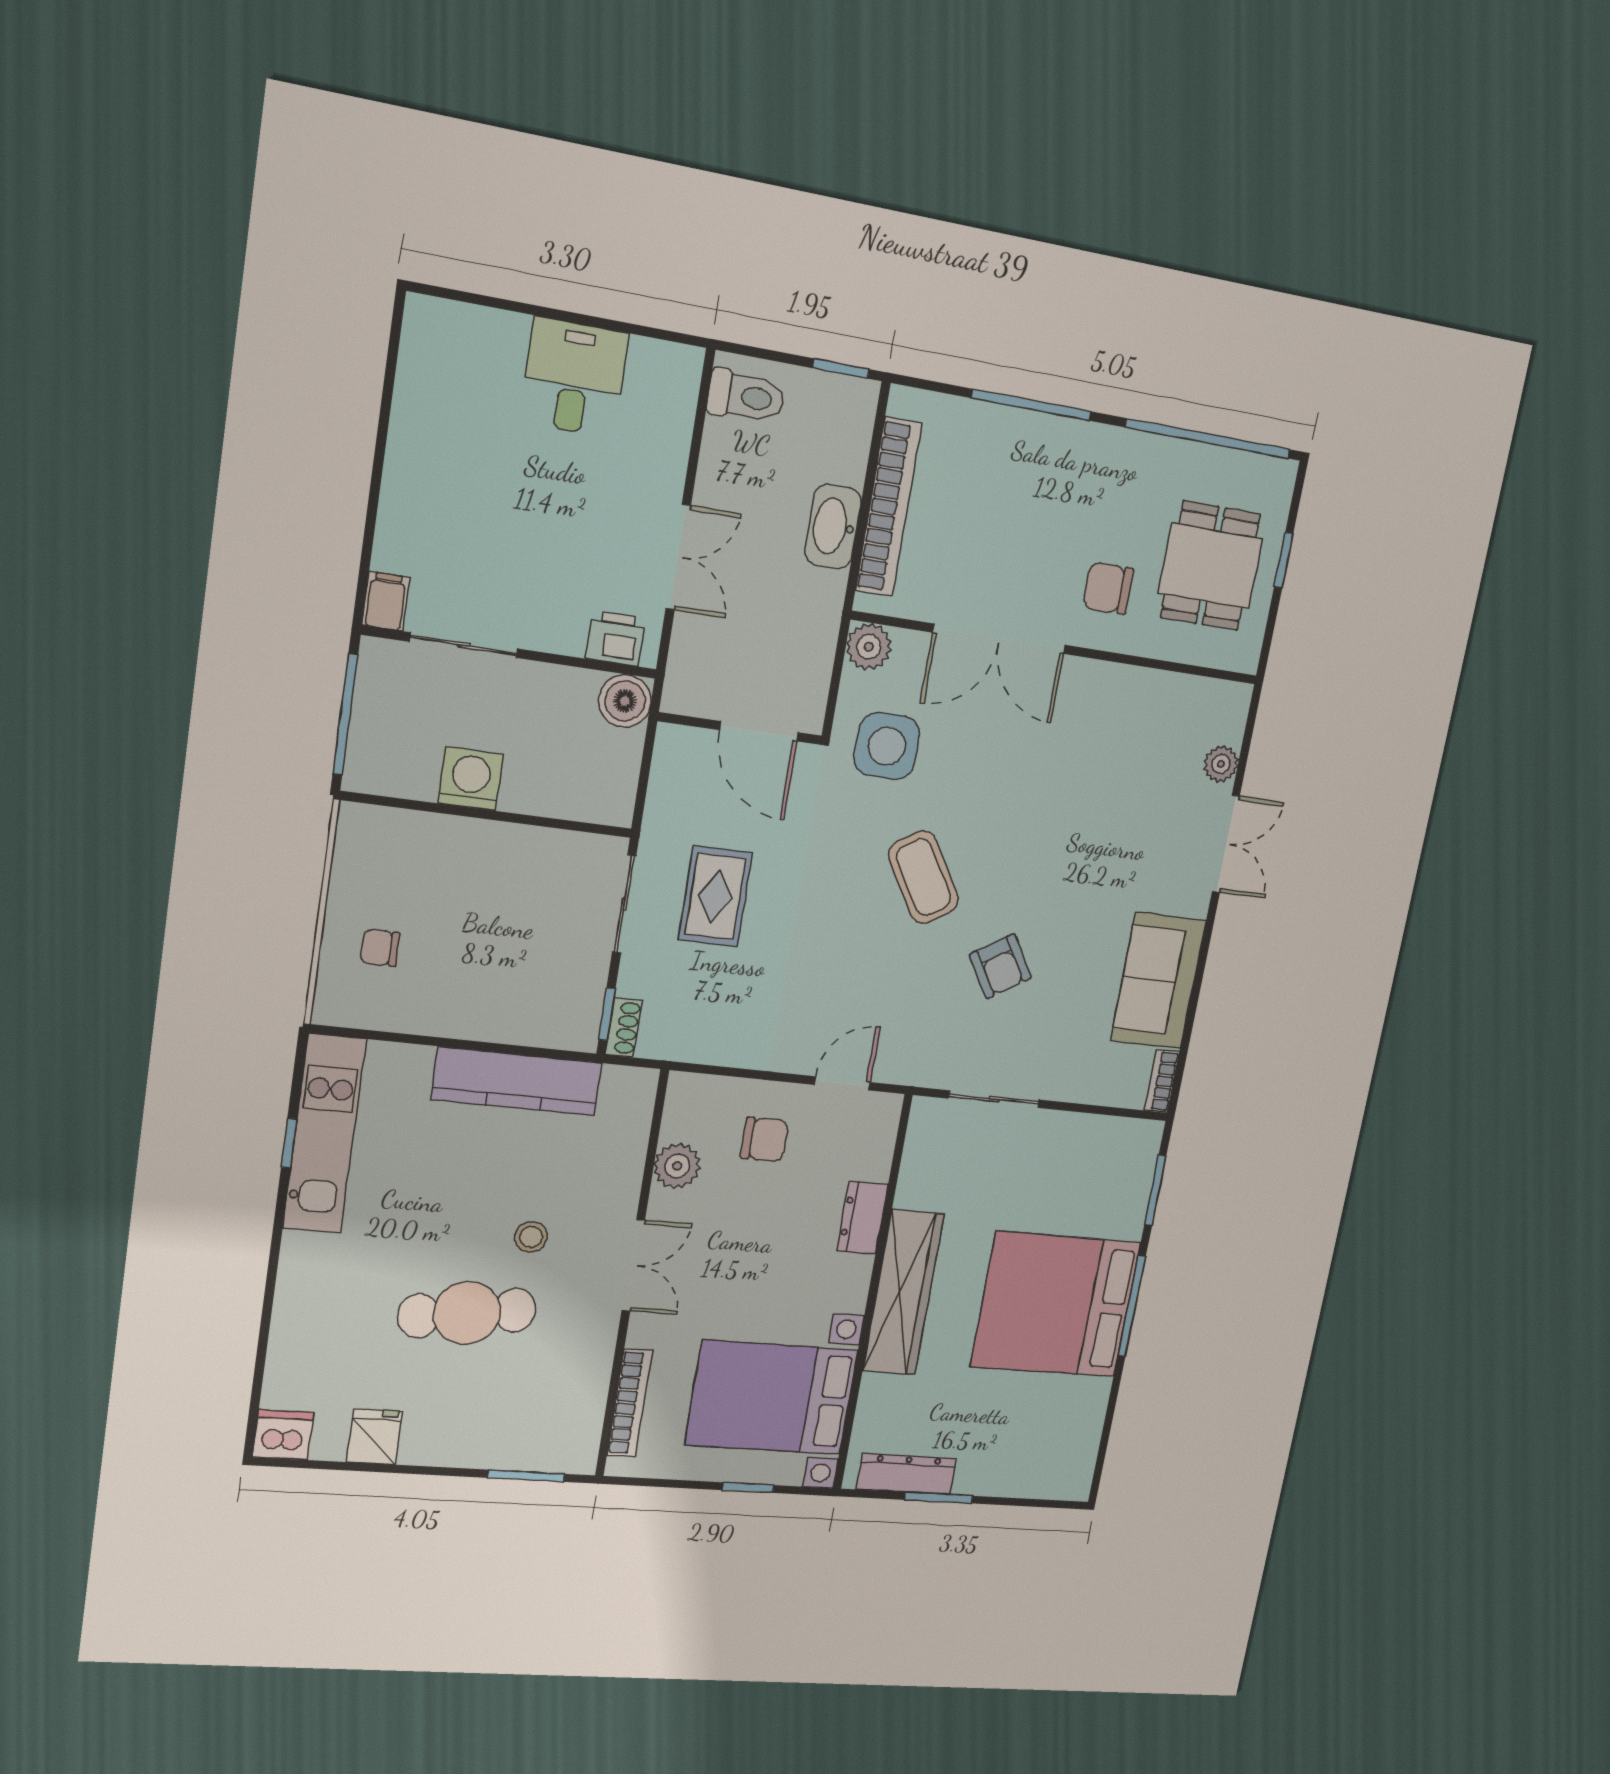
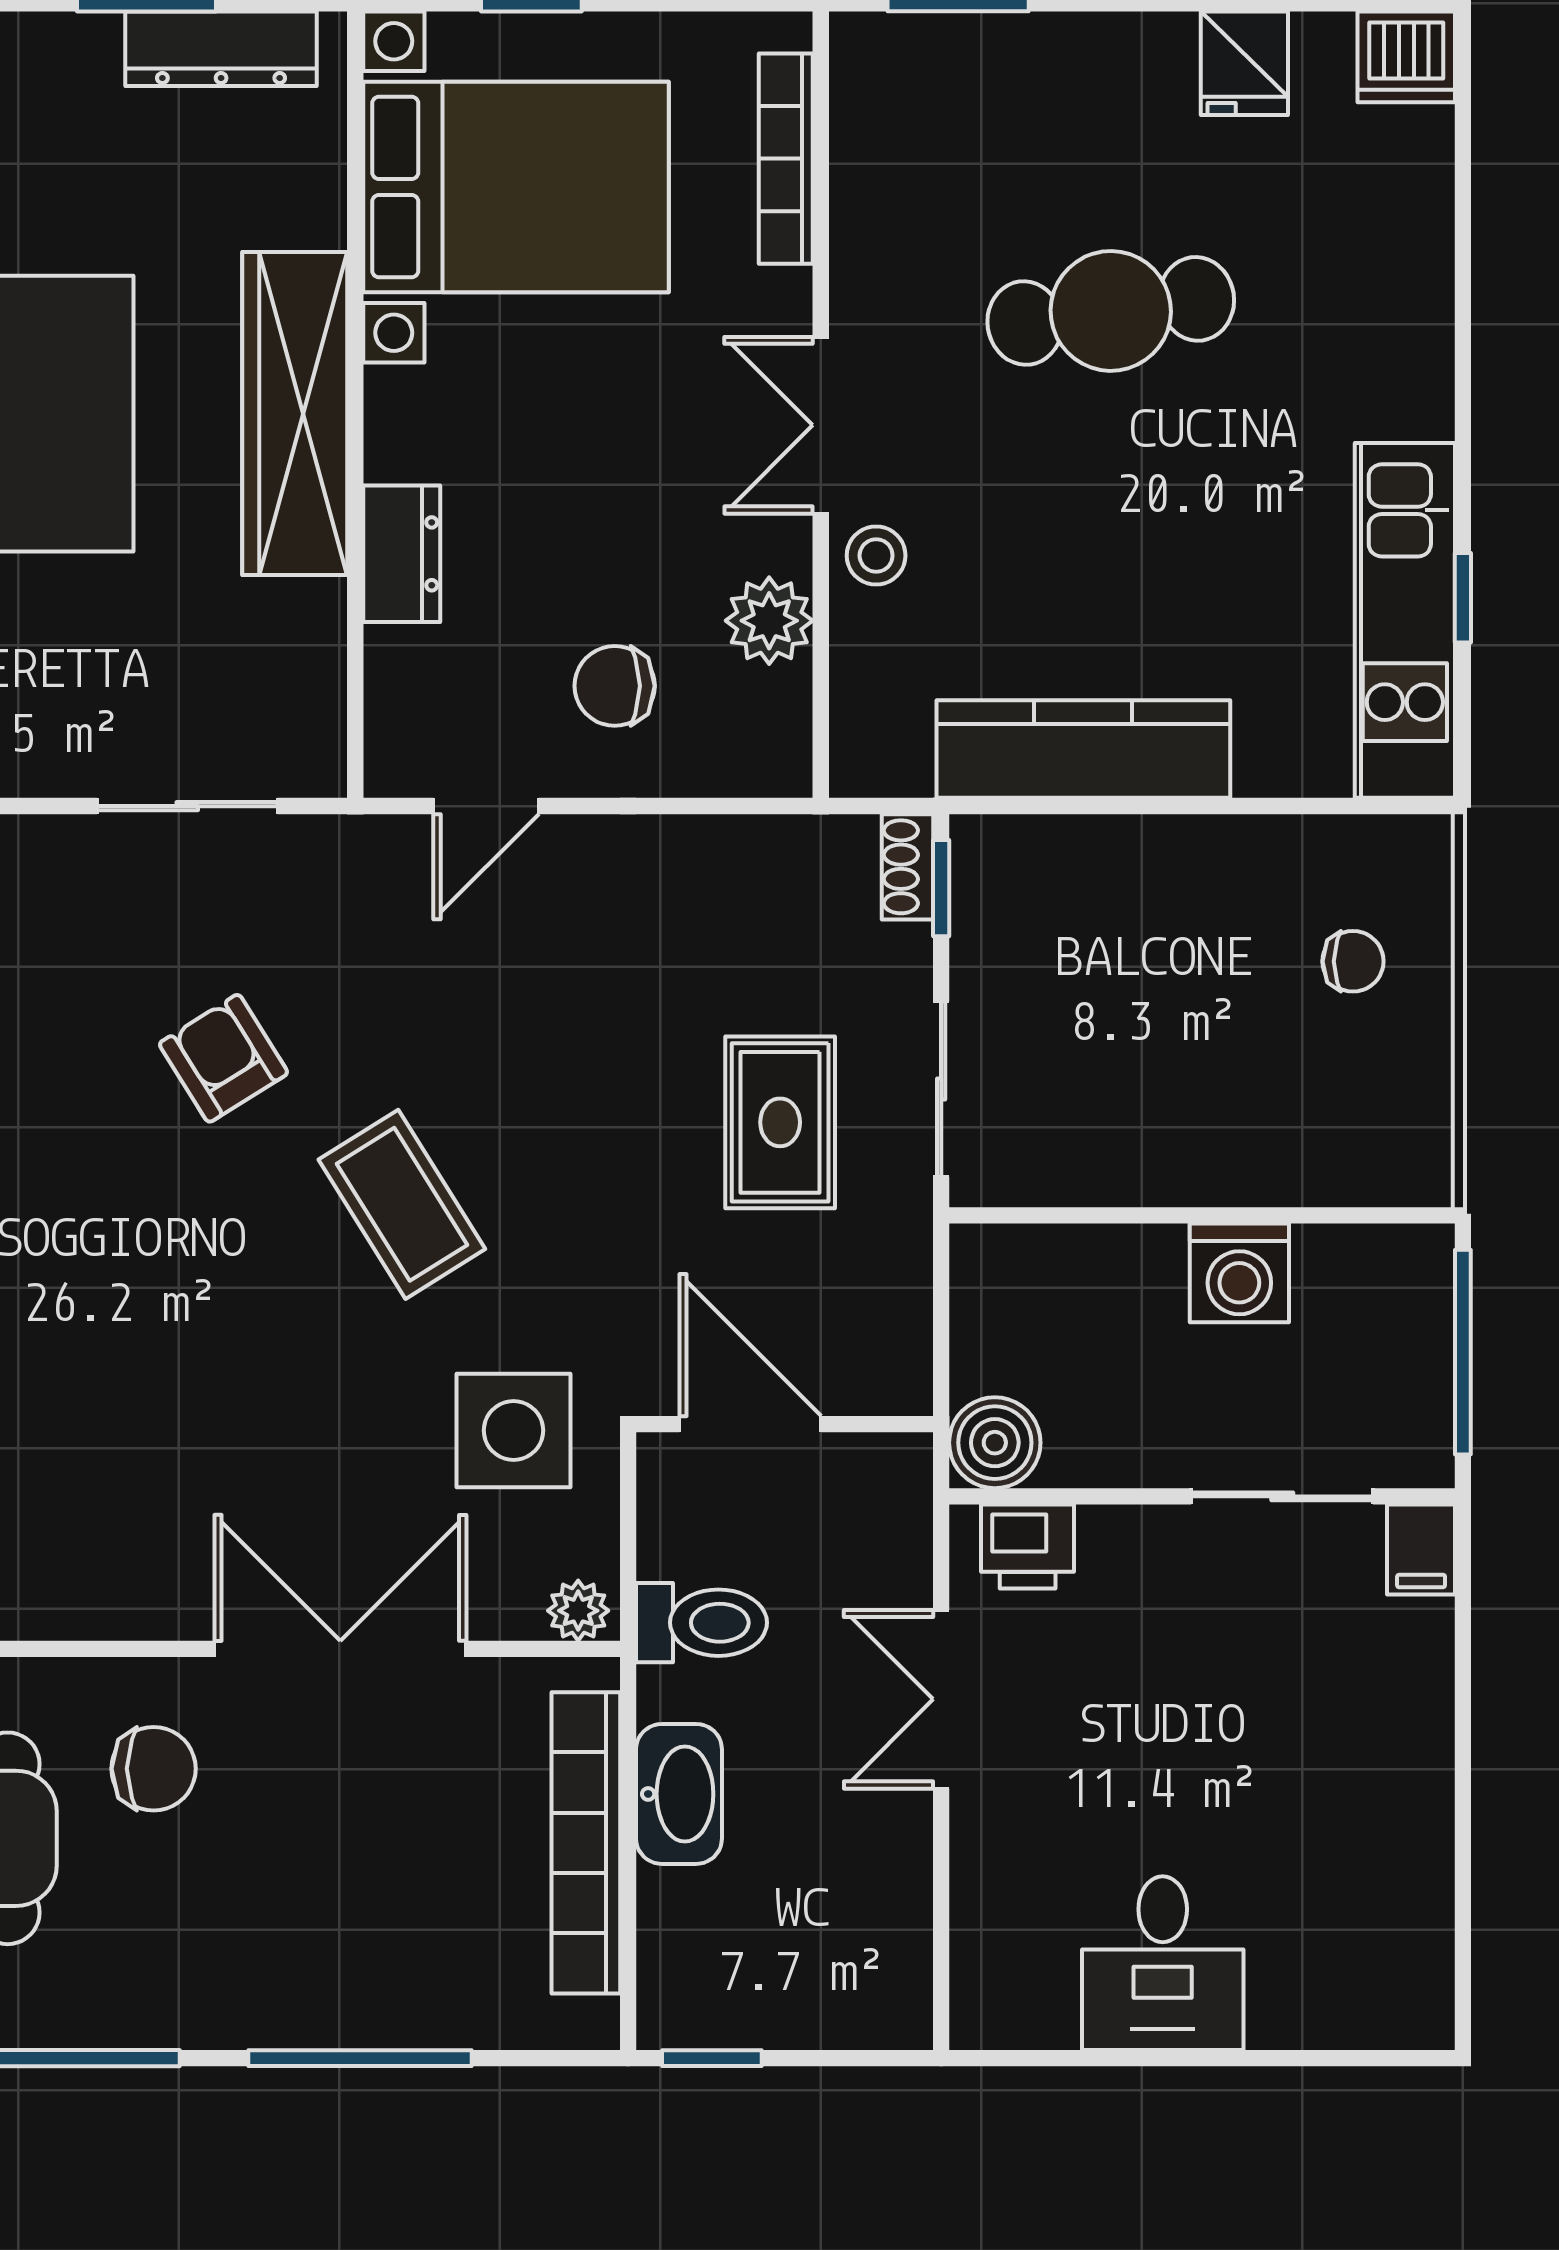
toilet: (746, 397) -> (702, 1623), moved, turned 180
plant: (869, 647) -> (578, 1611), width x0.73, depth x0.73
stool: (531, 1237) -> (876, 556), moved

